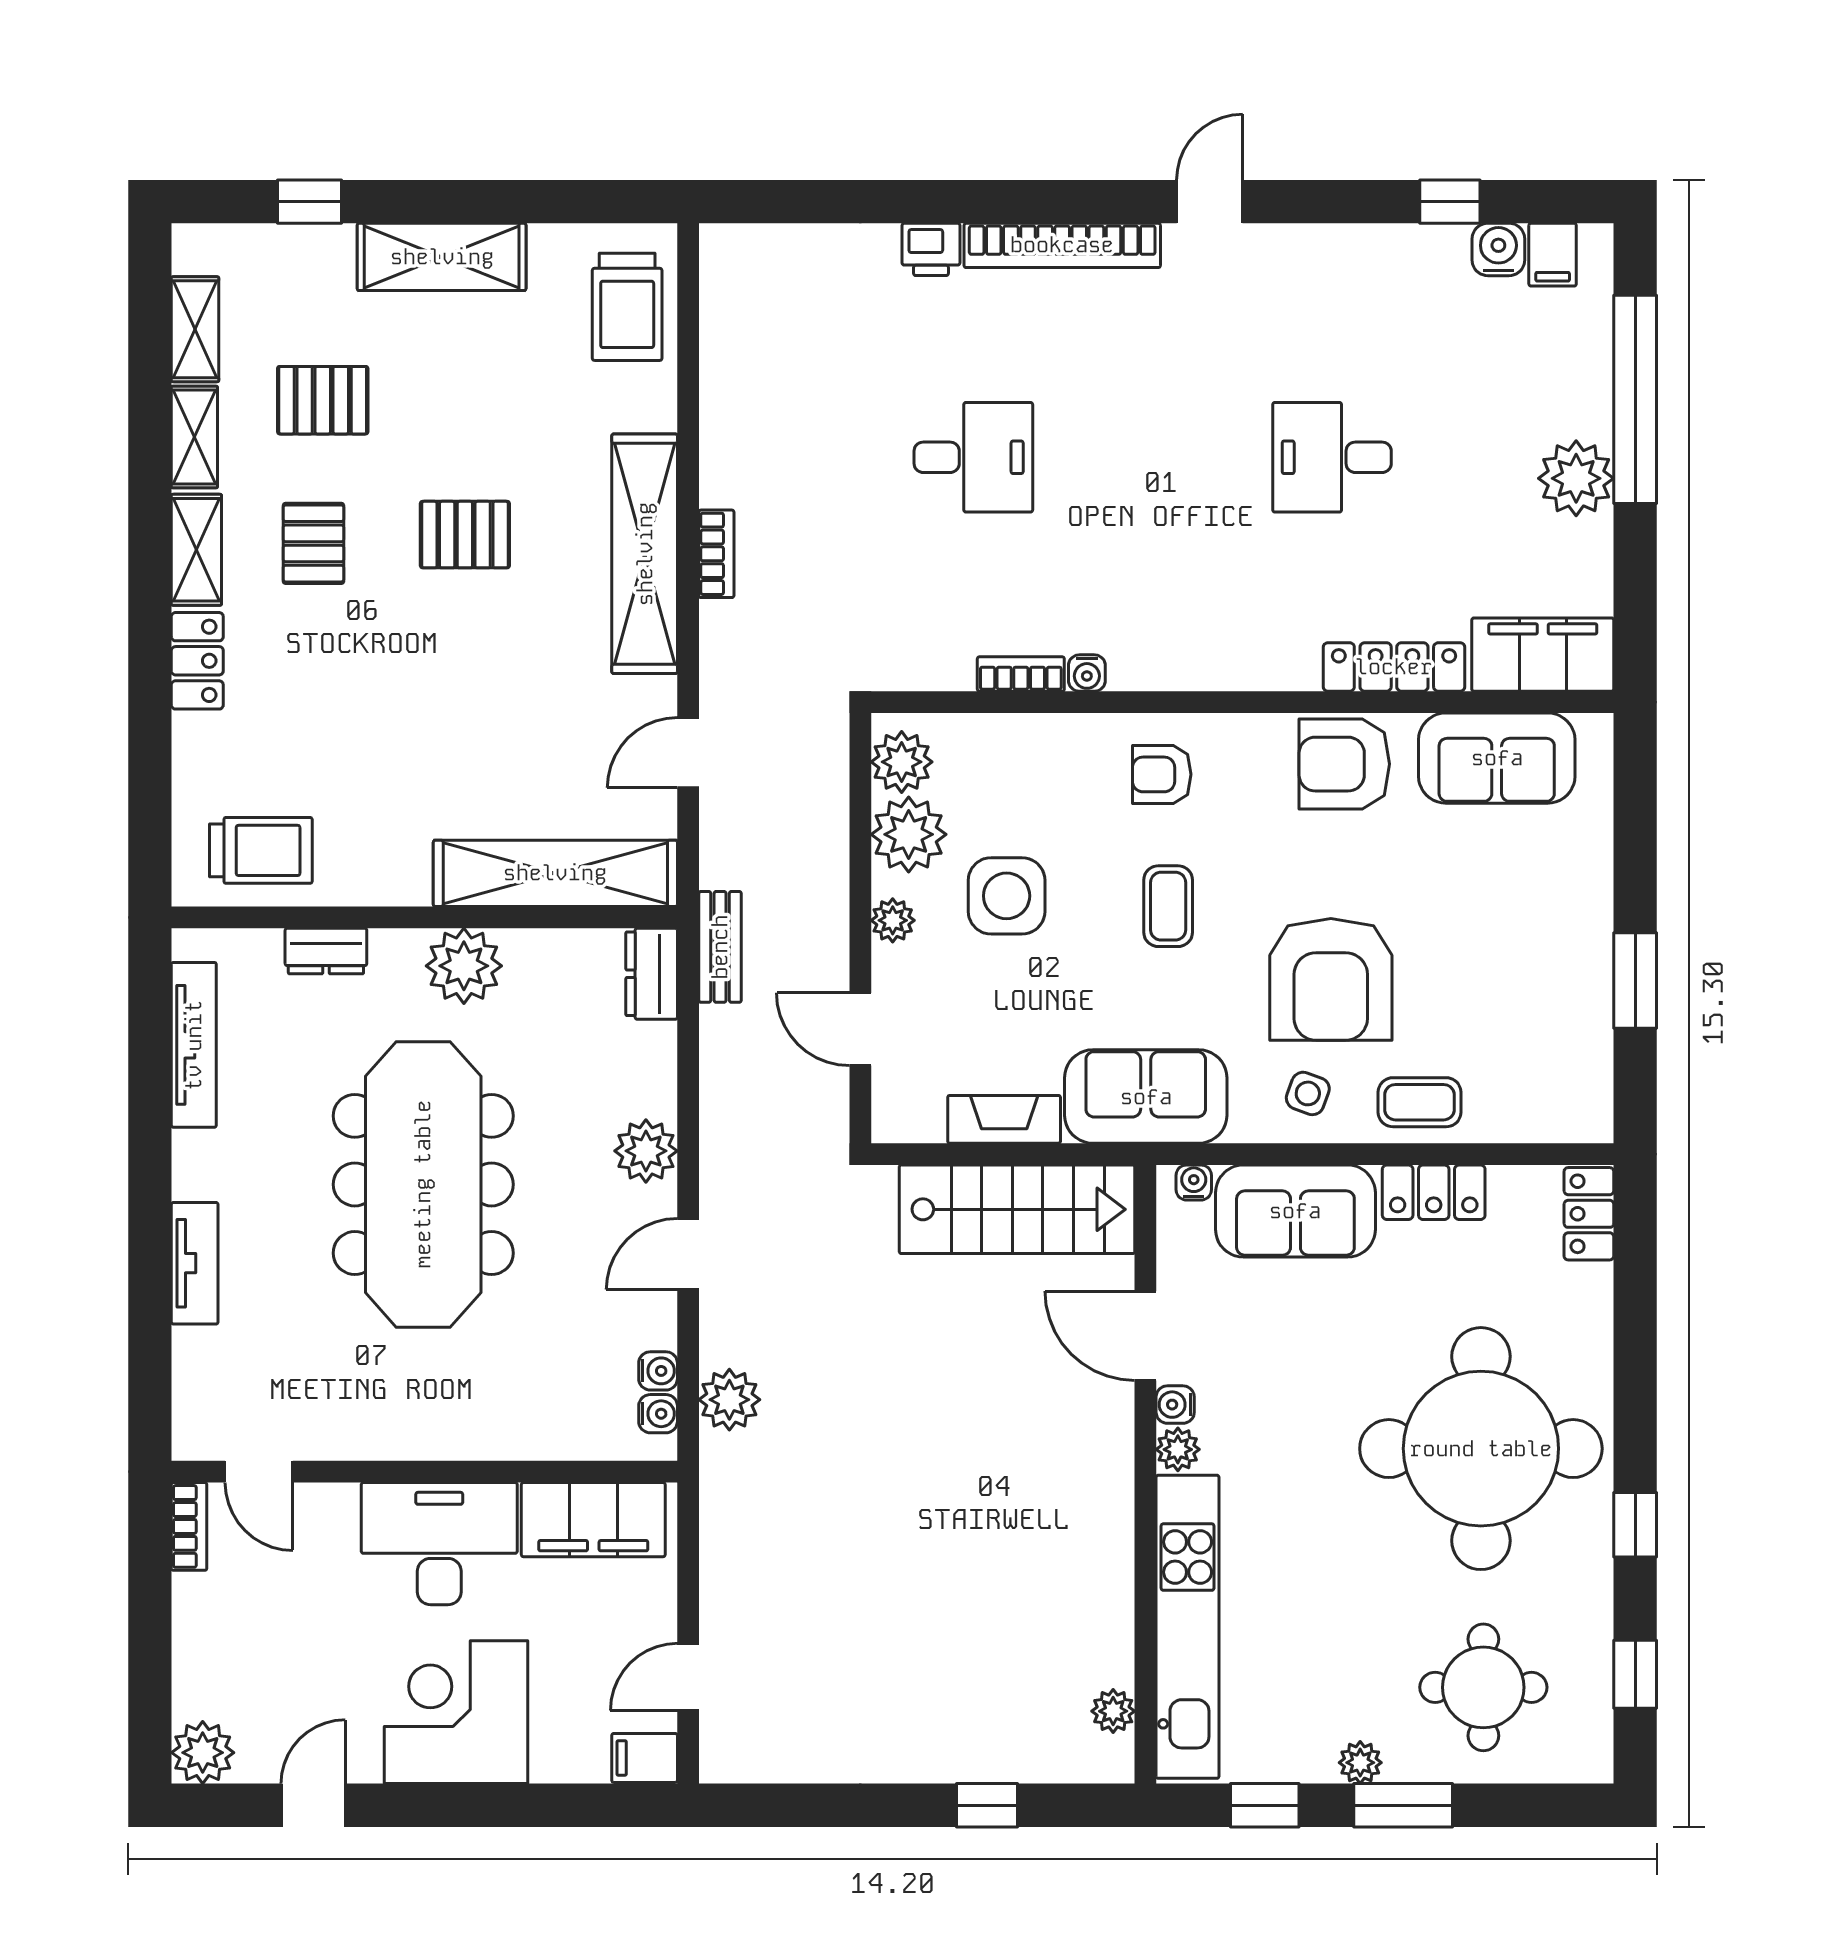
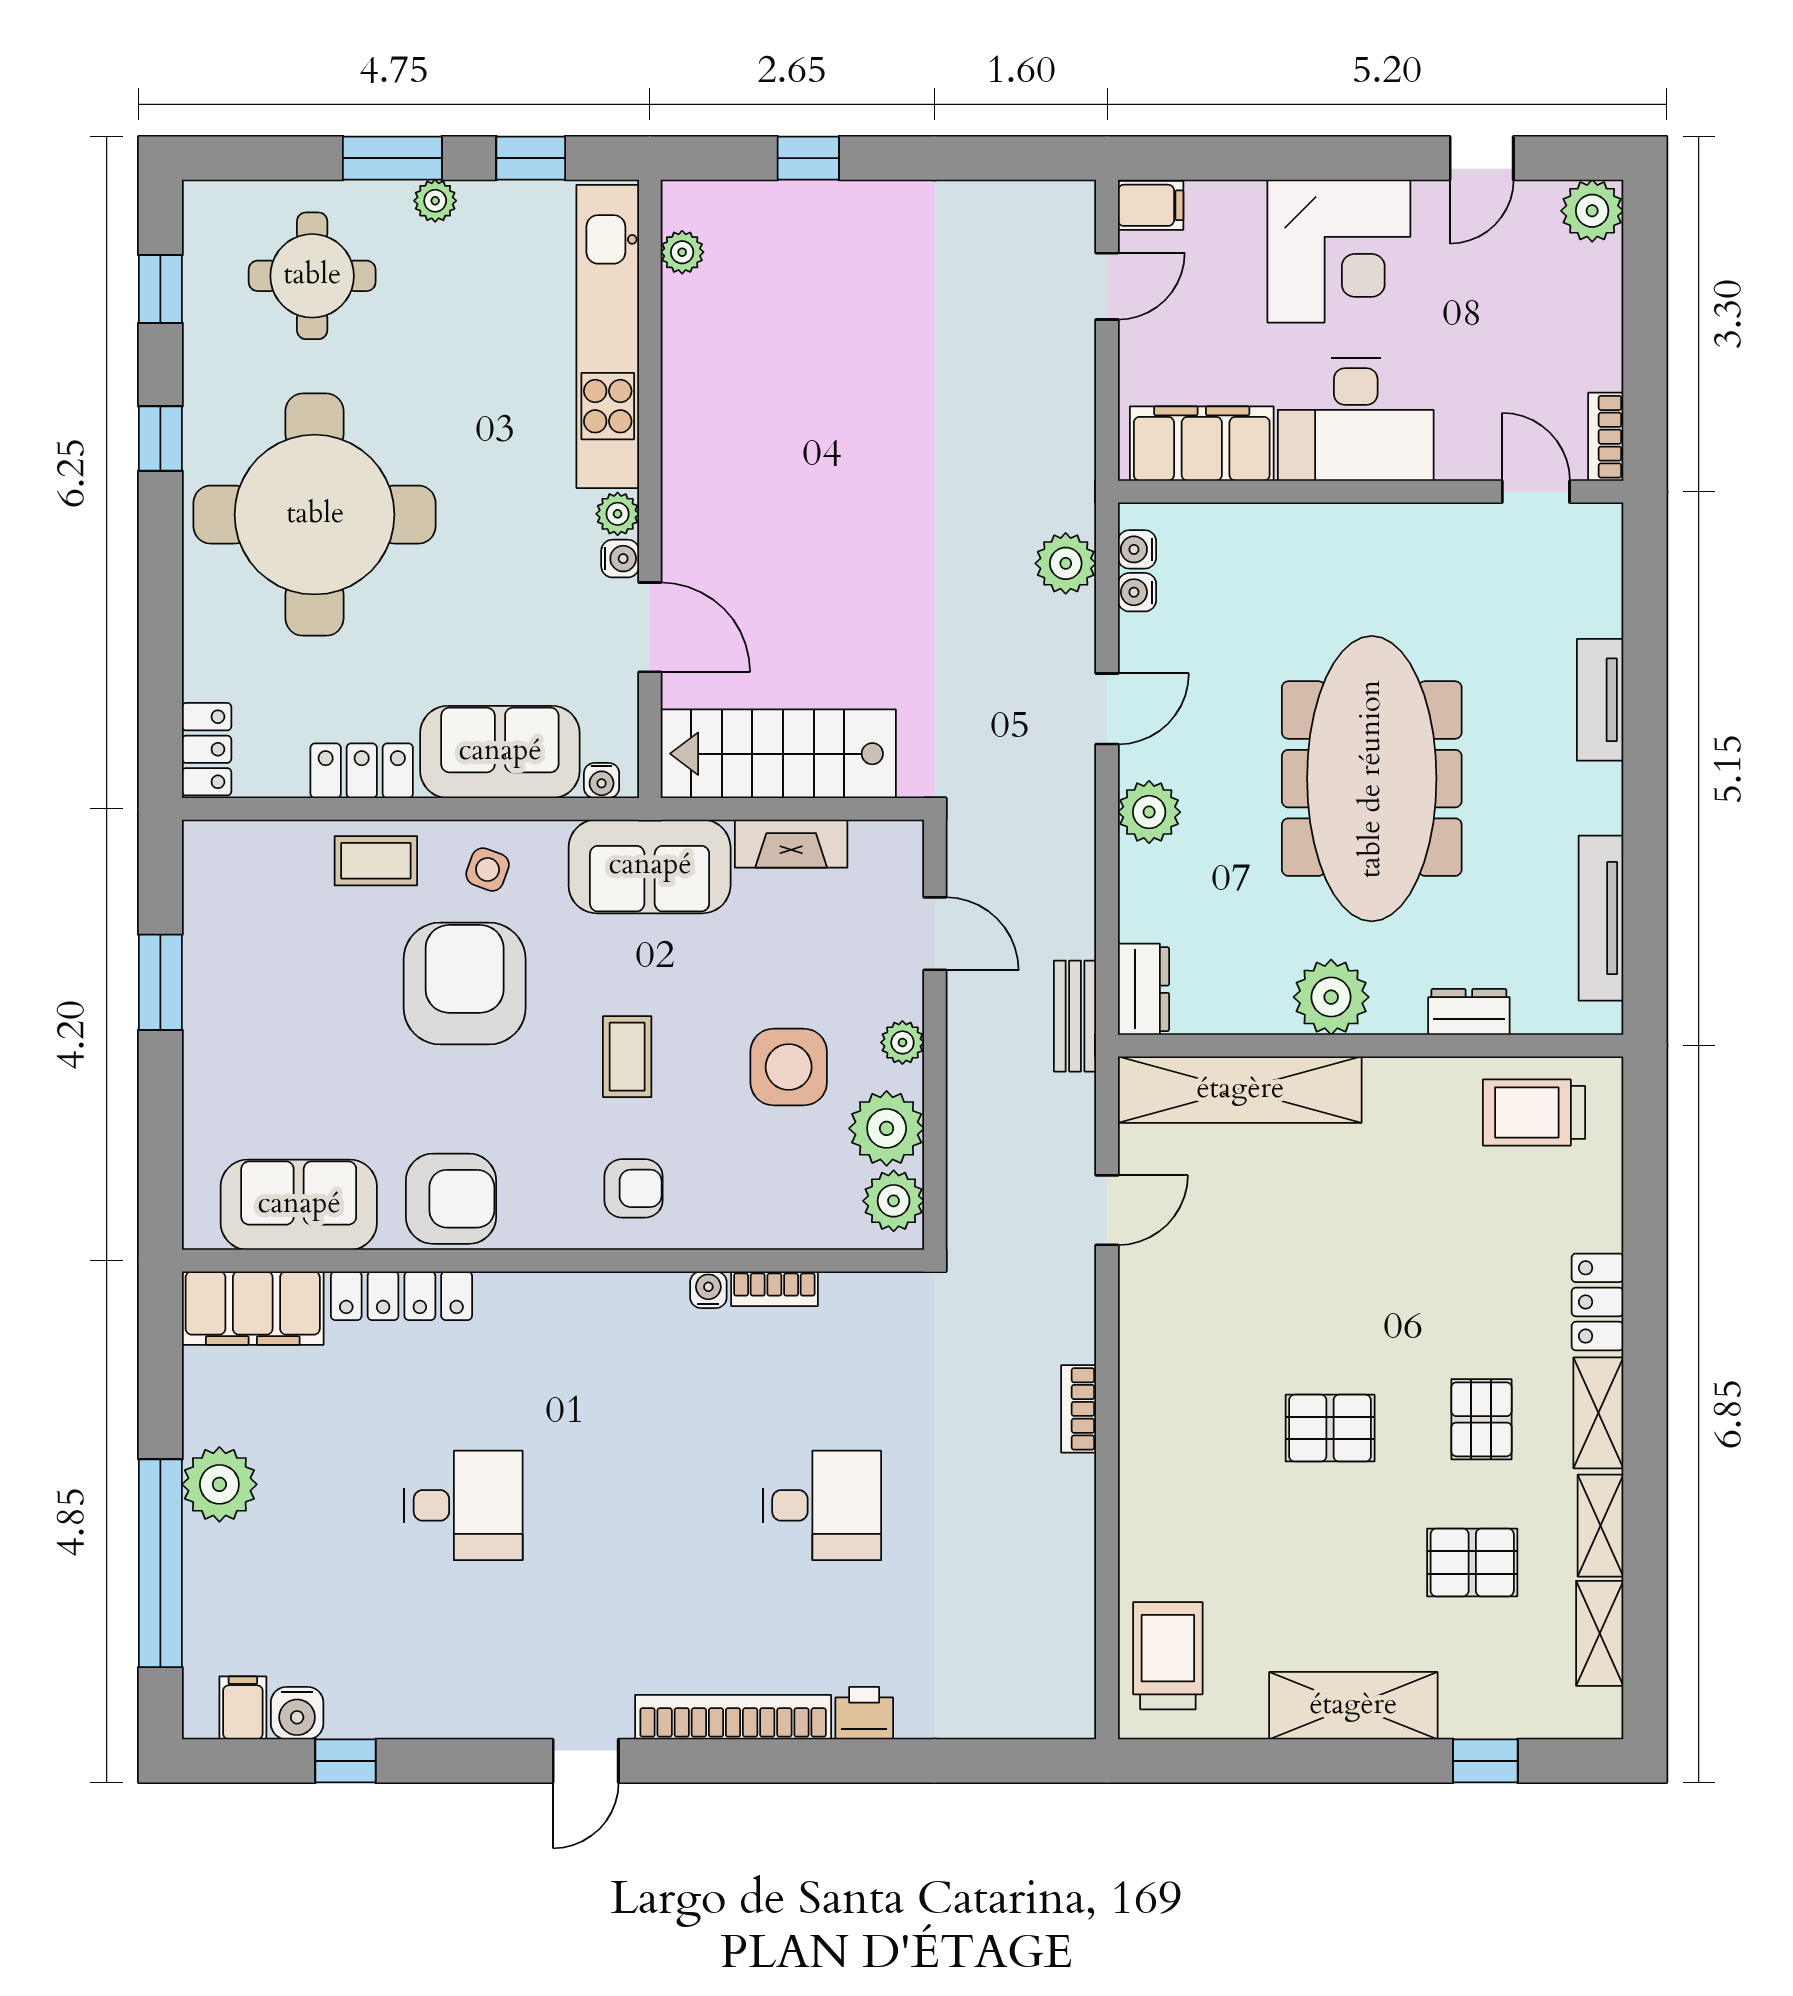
desk: (973, 457) -> (822, 1505), turned 180
shelving: (645, 554) -> (1150, 1409), removed

